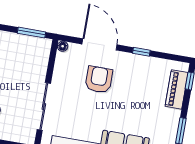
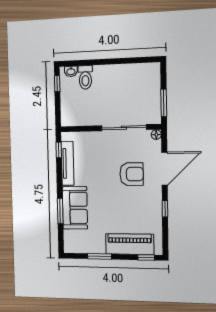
piano: (177, 89) -> (130, 244), width x1.37, depth x1.33
sliding door: (44, 106) -> (124, 128), moved

